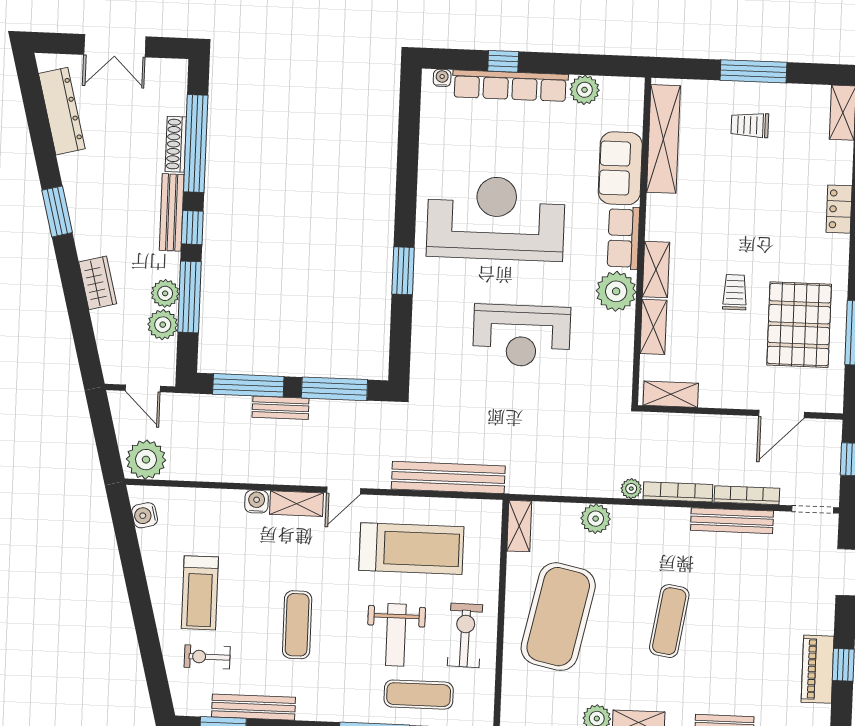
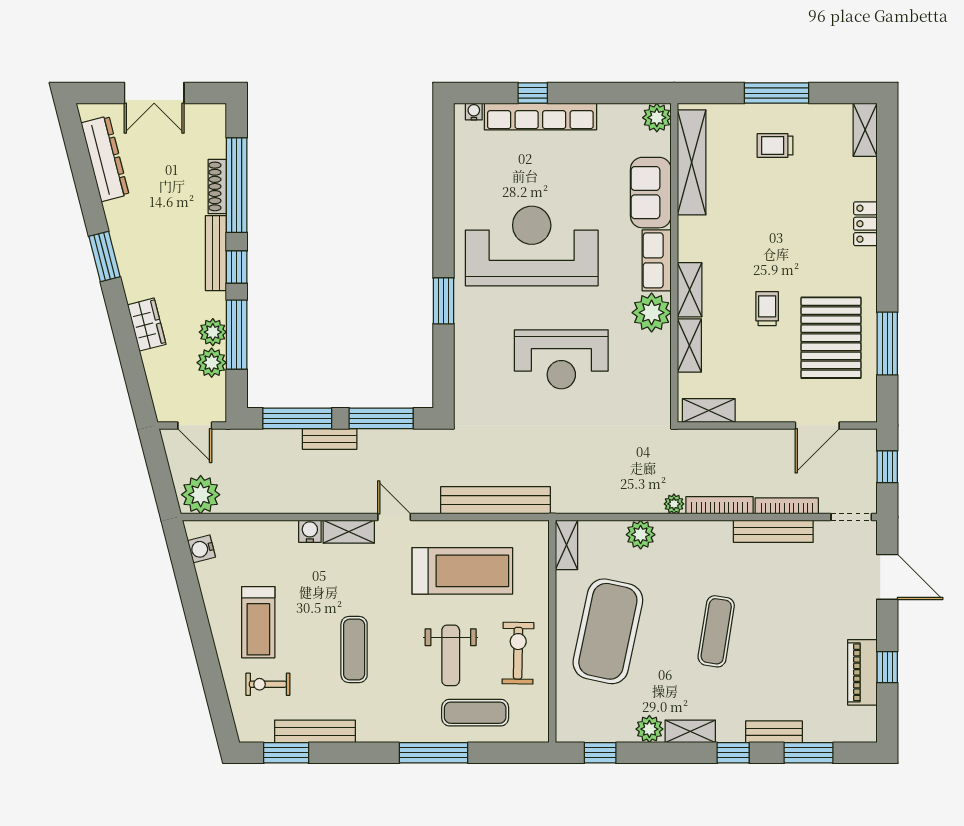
plant: (585, 90) -> (657, 118), moved
door: (344, 490) -> (394, 517), swing flipped

